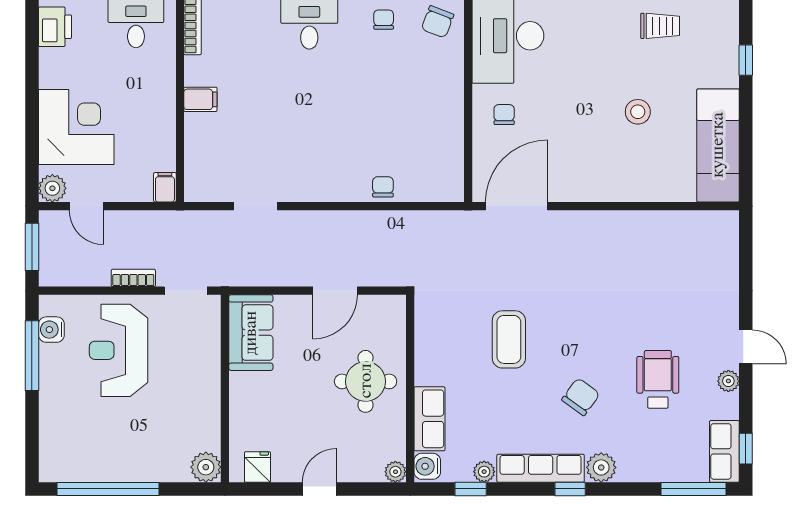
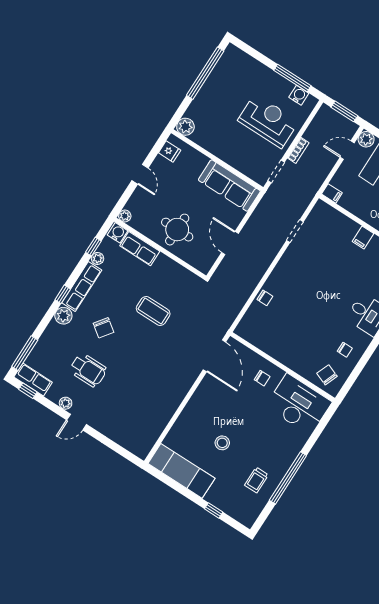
sofa: (251, 333) -> (229, 186), width x1.36

